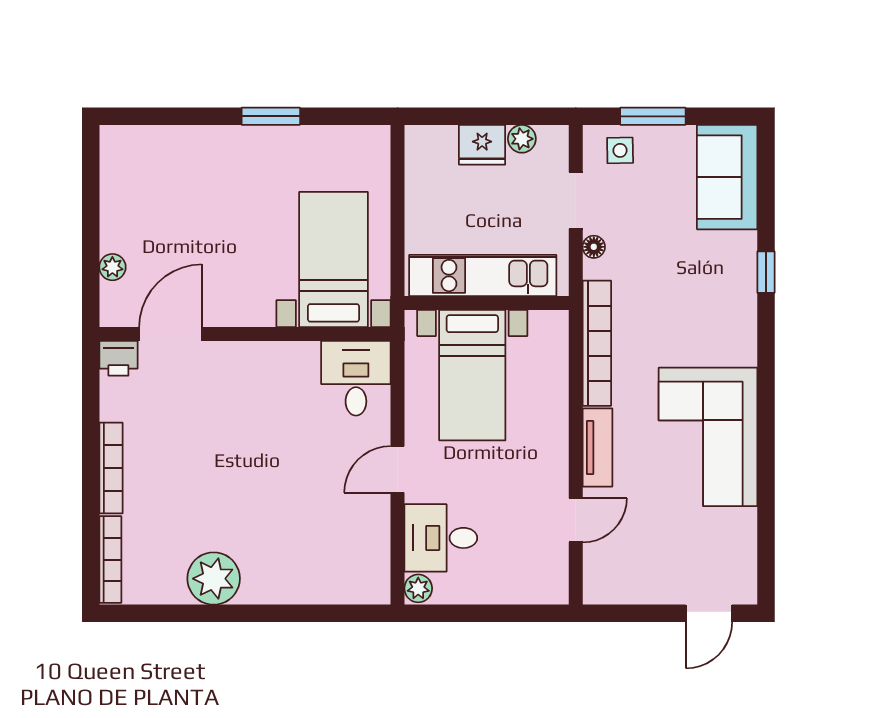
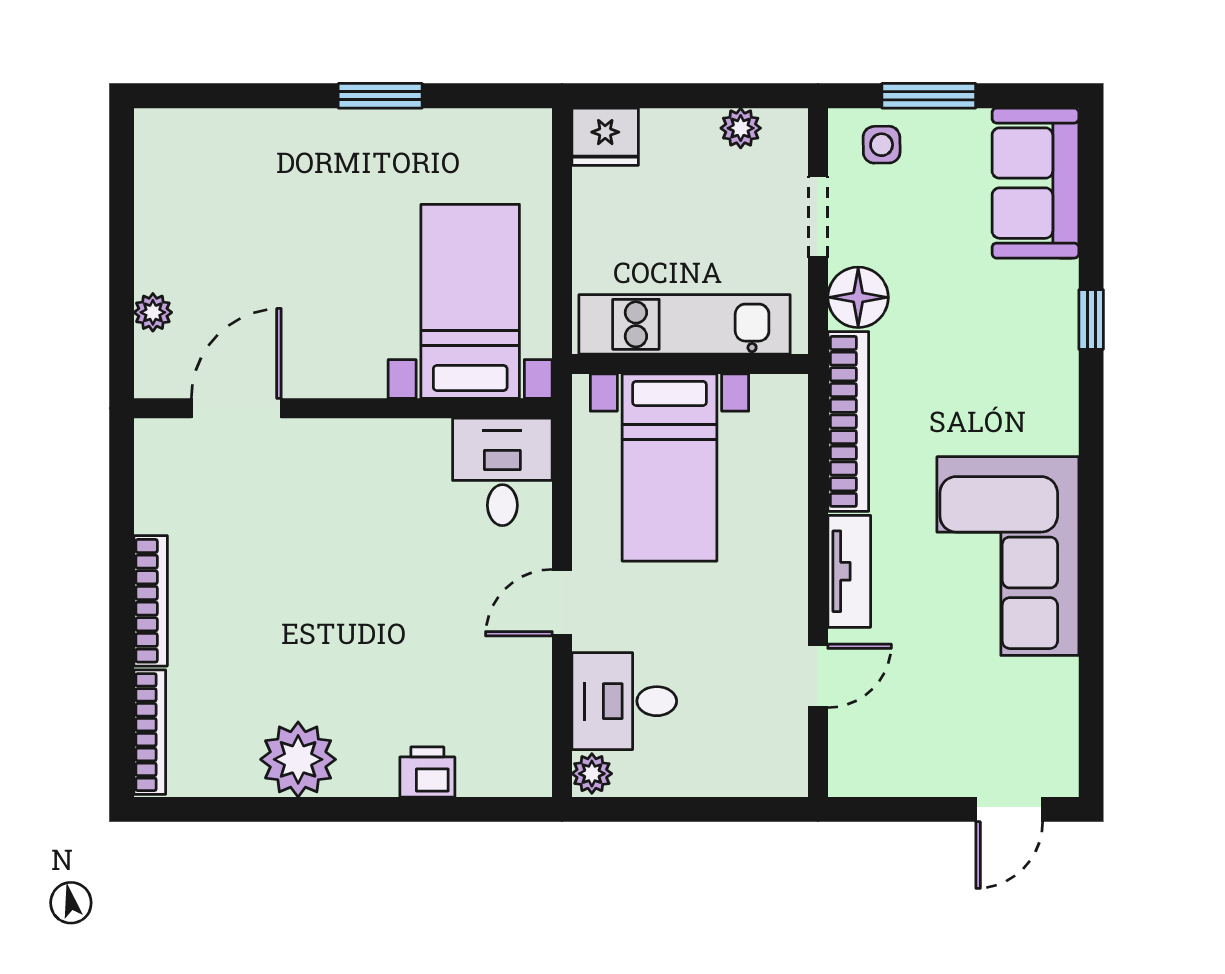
fridge: (482, 145) -> (605, 137), moved
floor lamp: (594, 247) -> (858, 297), width x1.89, depth x1.89
printer: (118, 358) -> (427, 772), moved, turned 180

